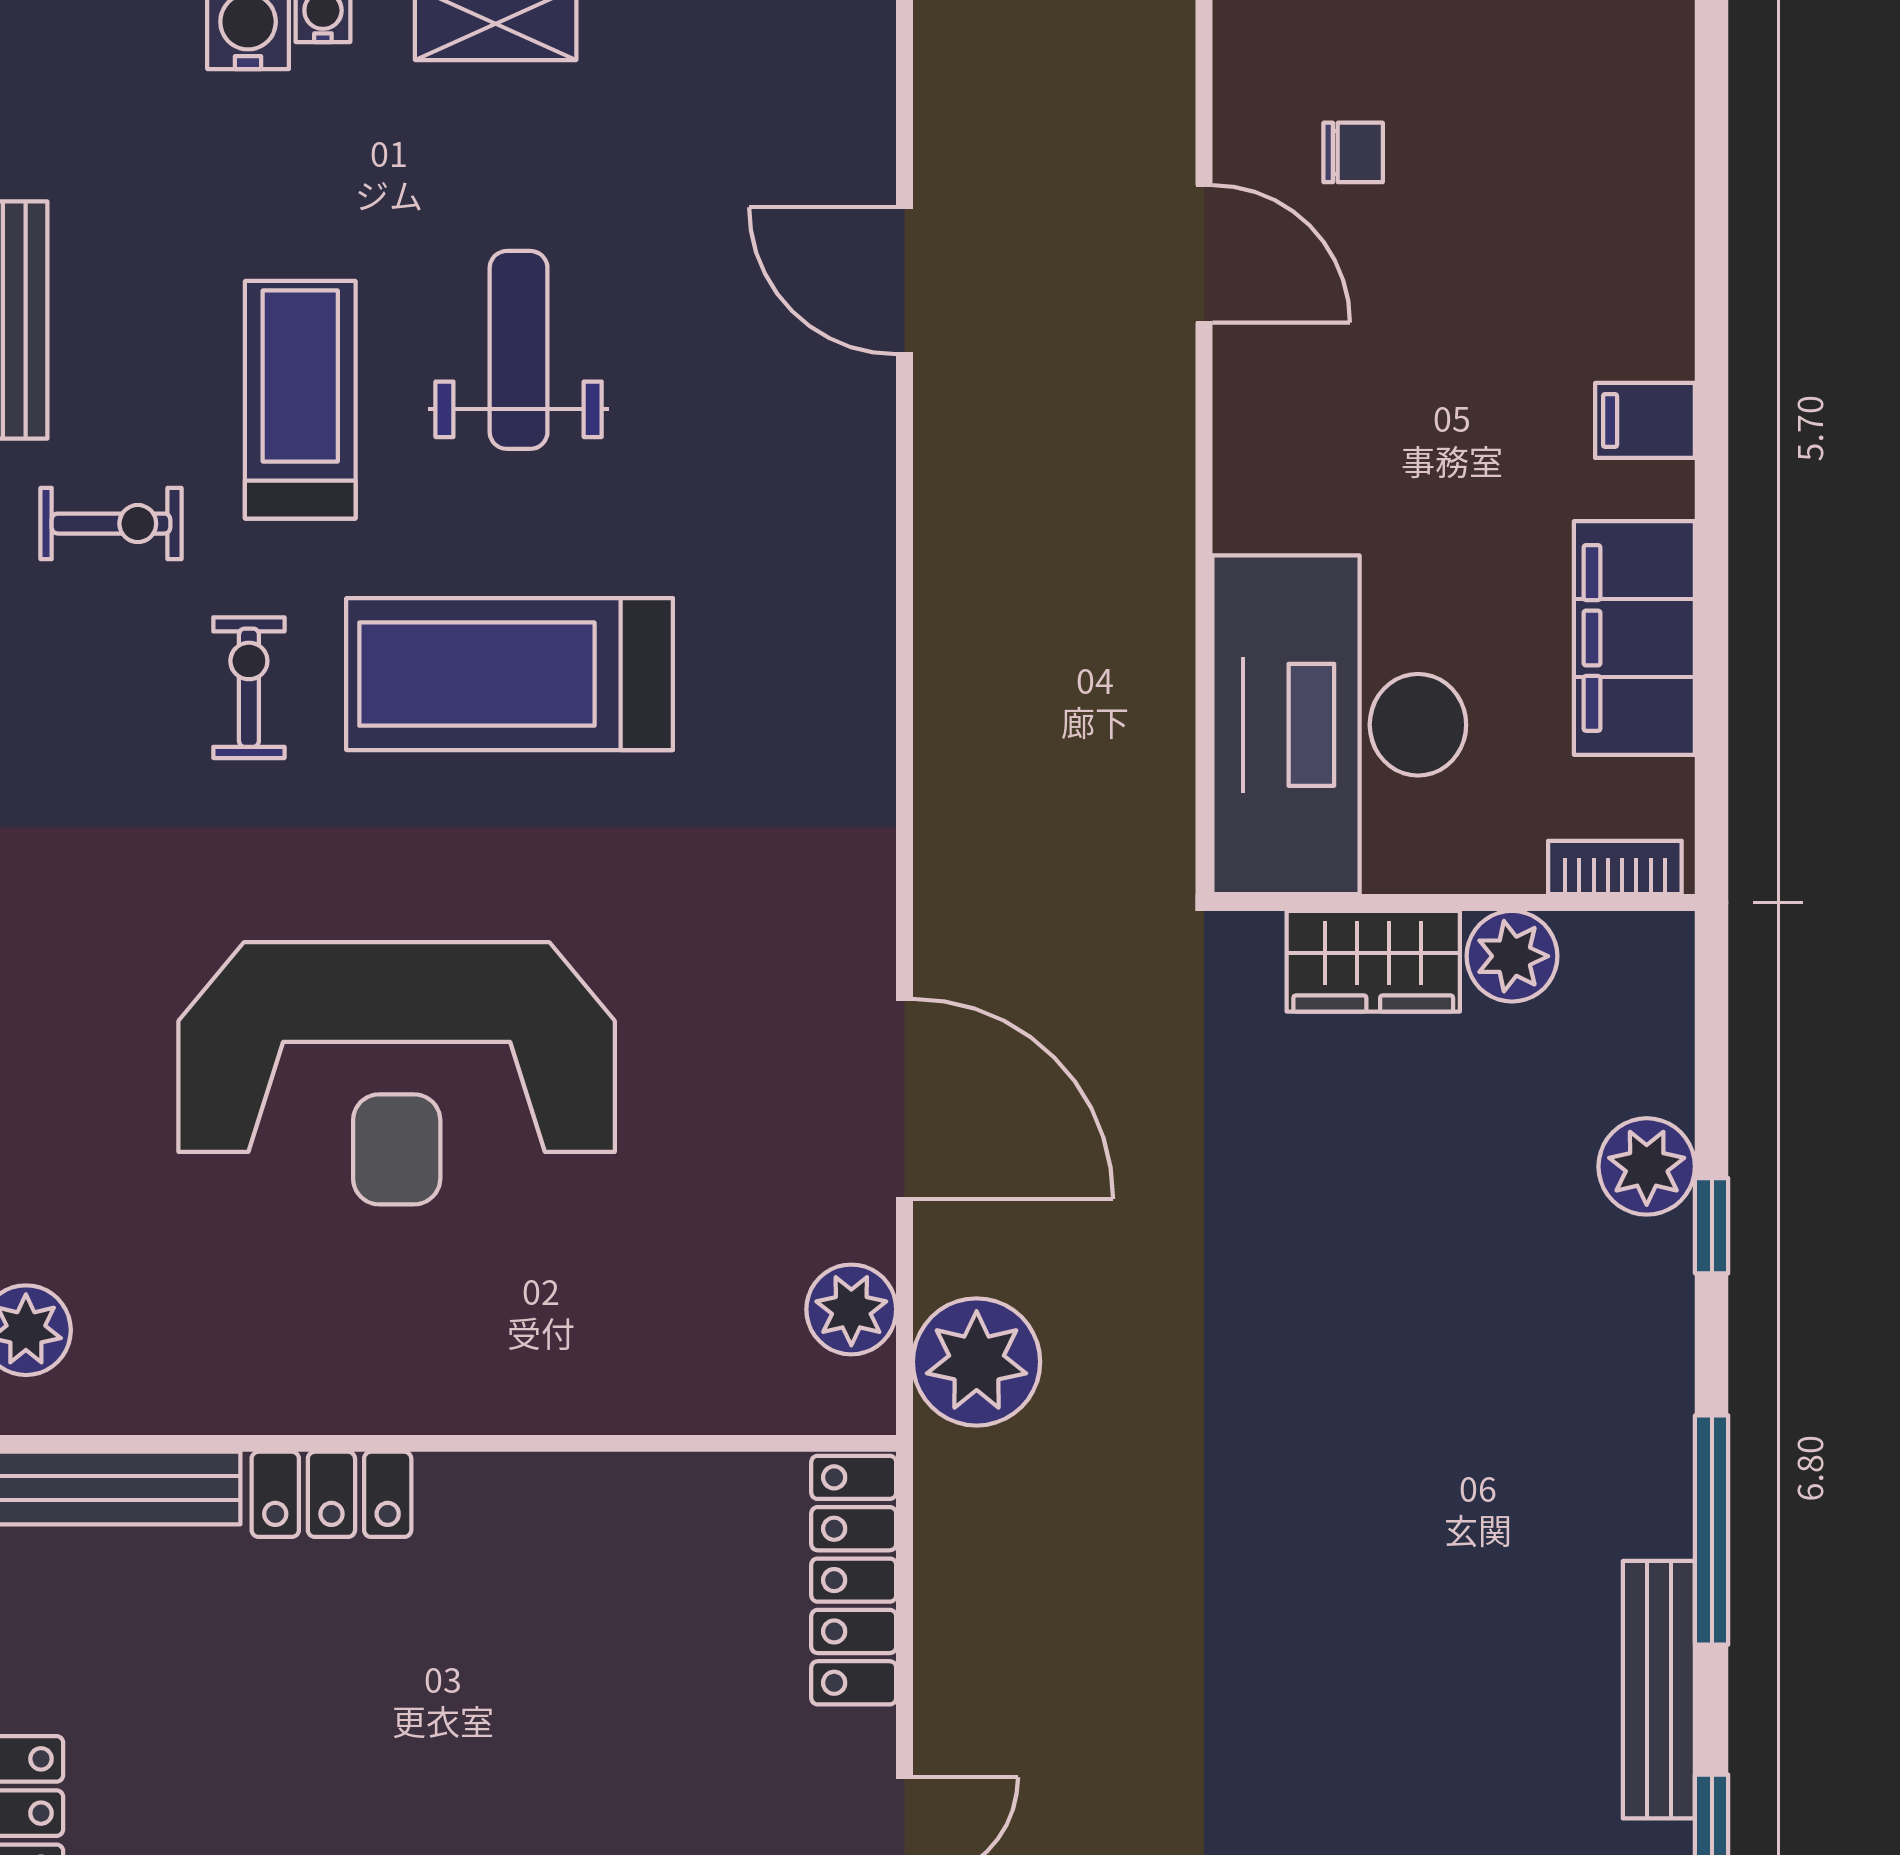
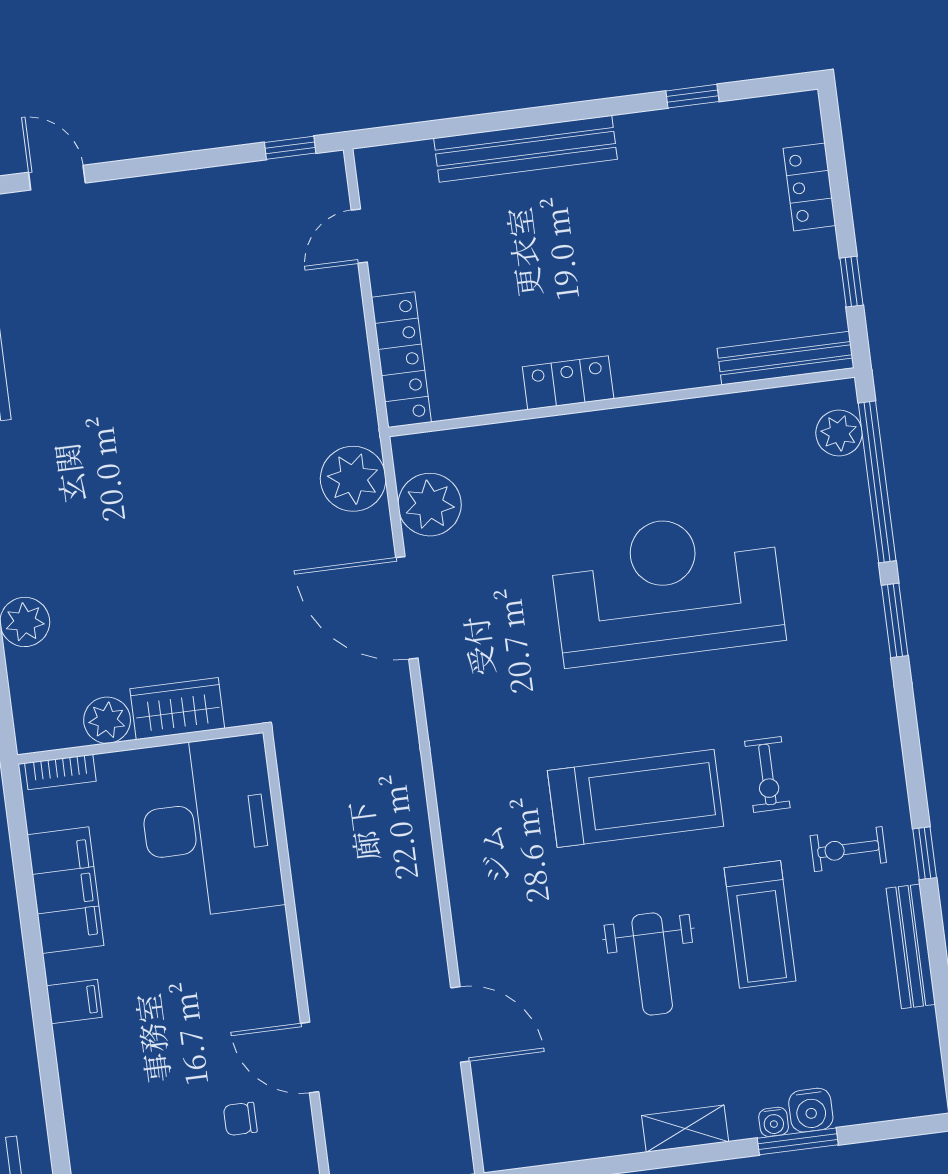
plant: (851, 1309) -> (430, 505), width x1.36, depth x1.36
locker: (331, 1494) -> (568, 383), moved

